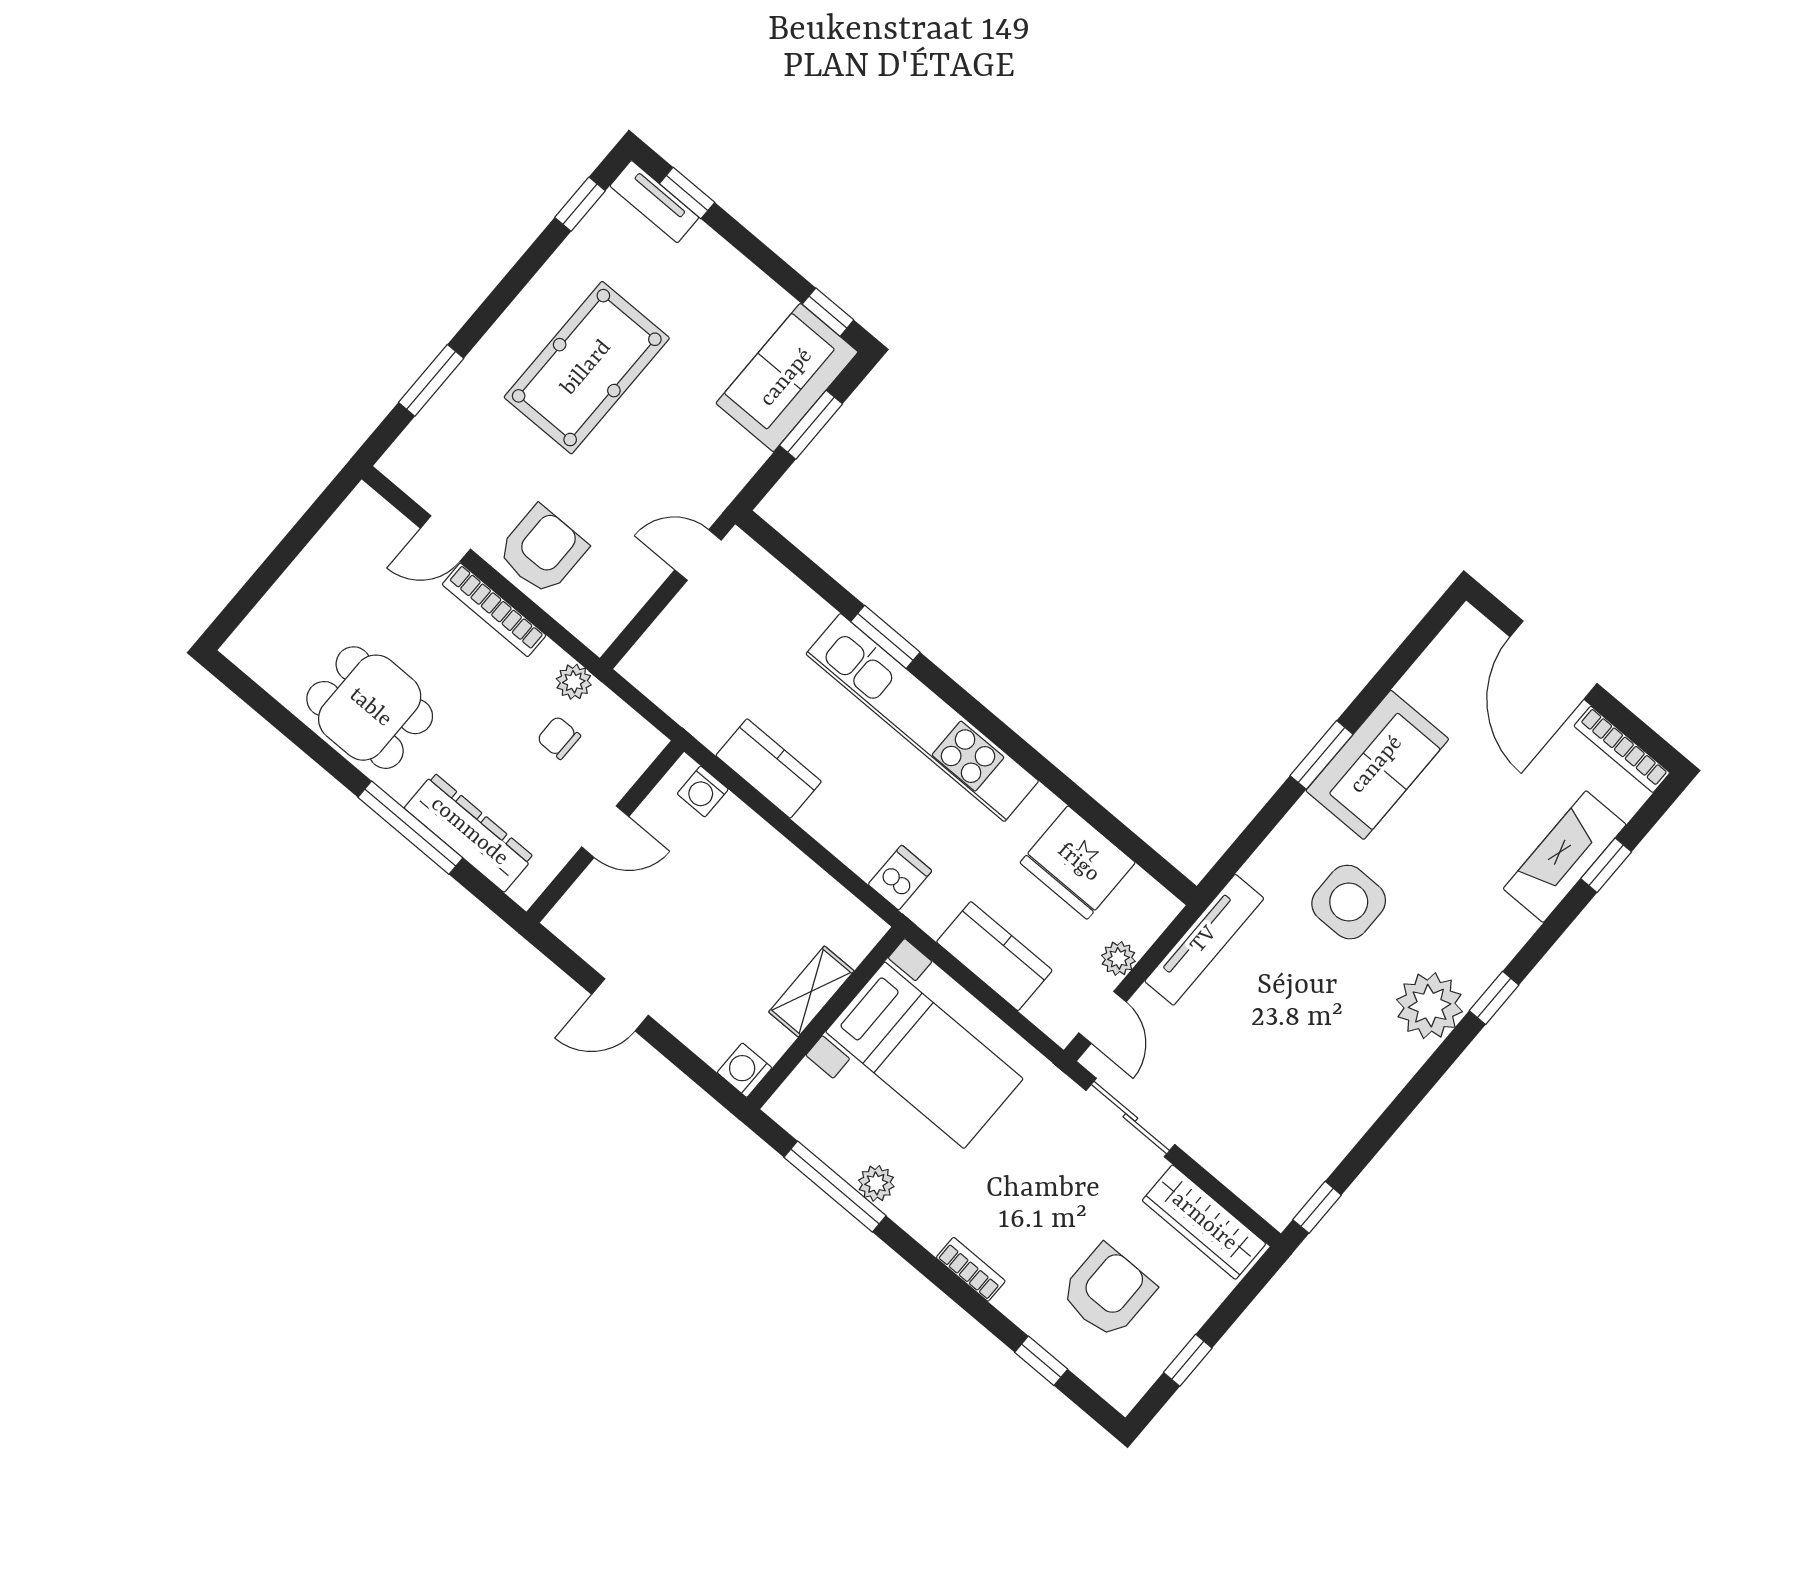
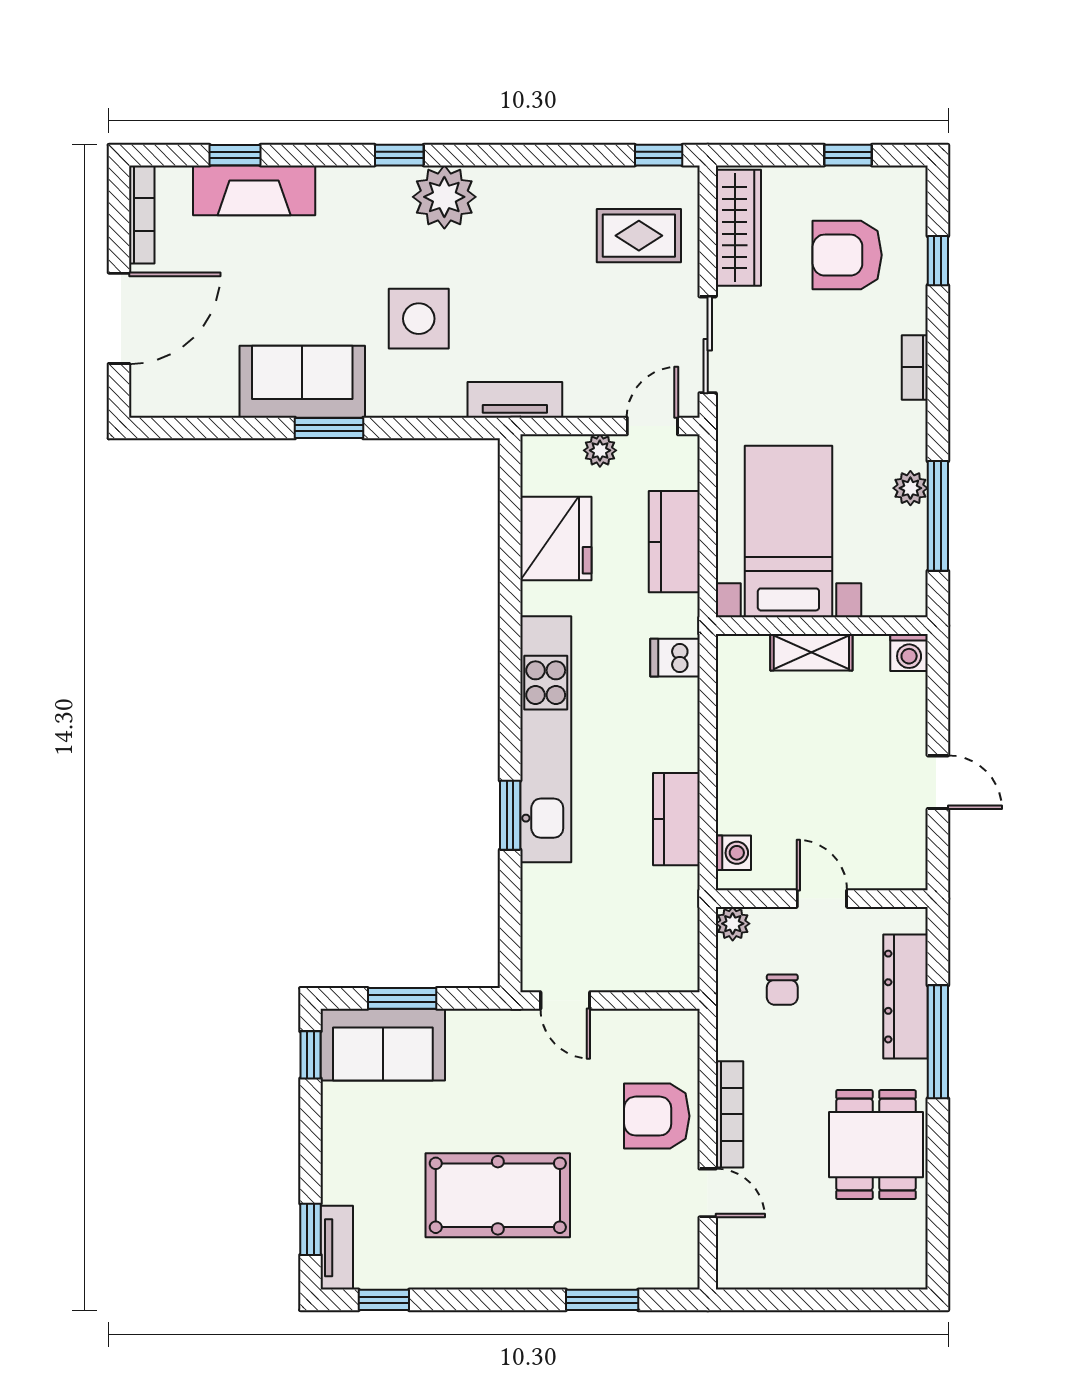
plant: (574, 682) -> (733, 924), moved
tv unit: (1204, 940) -> (515, 400), width x0.71
rug: (1265, 1136) -> (639, 236), added

